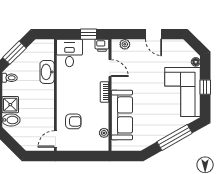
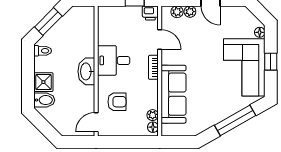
plant: (136, 44) -> (190, 12), added
desk: (69, 53) -> (114, 60), moved, turned -90
washbasin: (47, 72) -> (86, 71), moved
floor lamp: (104, 143) -> (153, 127), added

